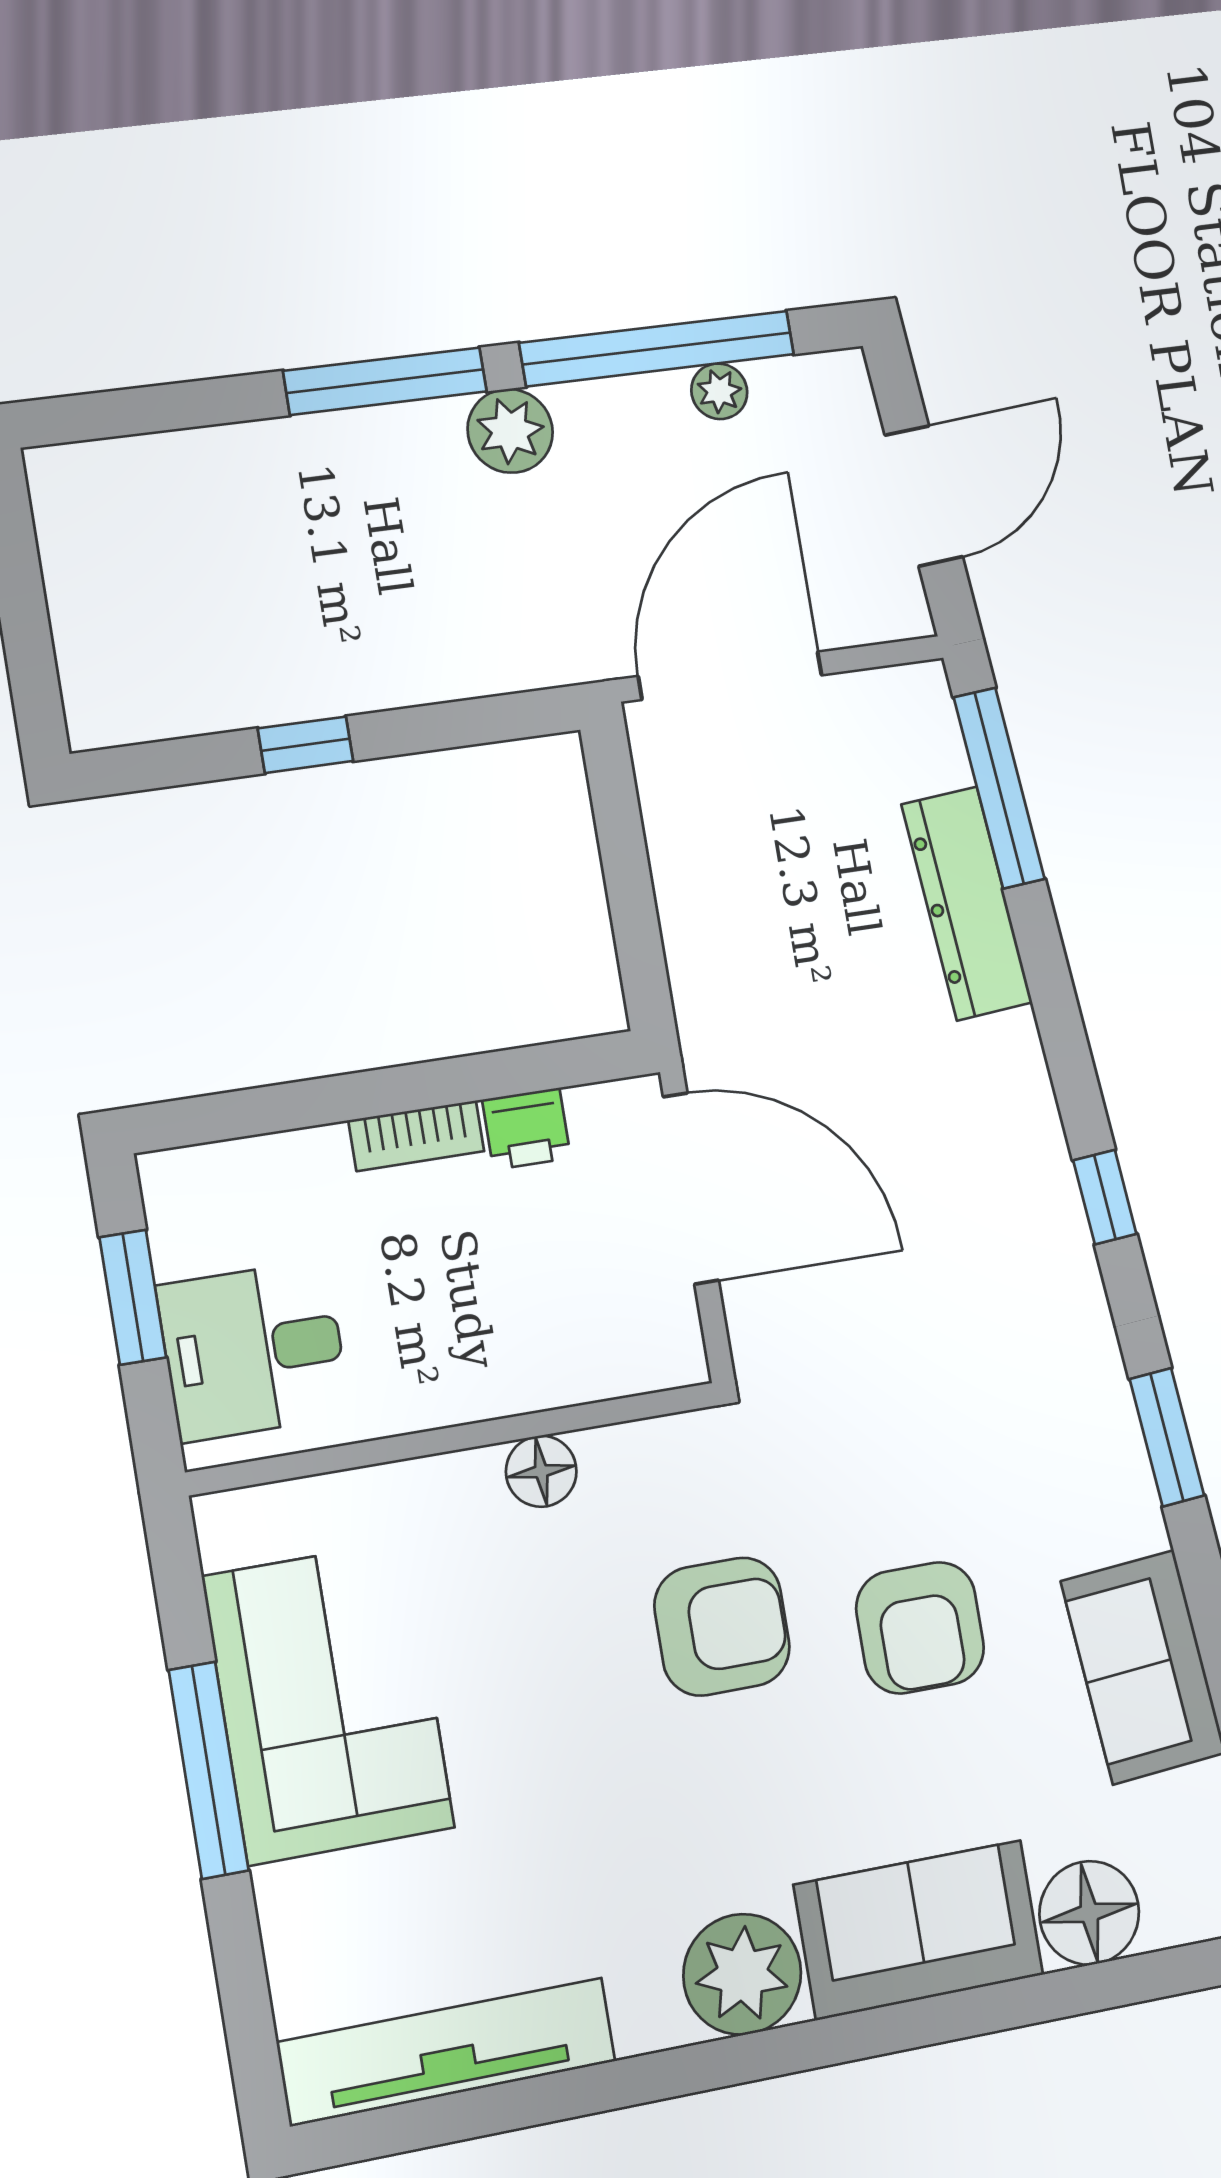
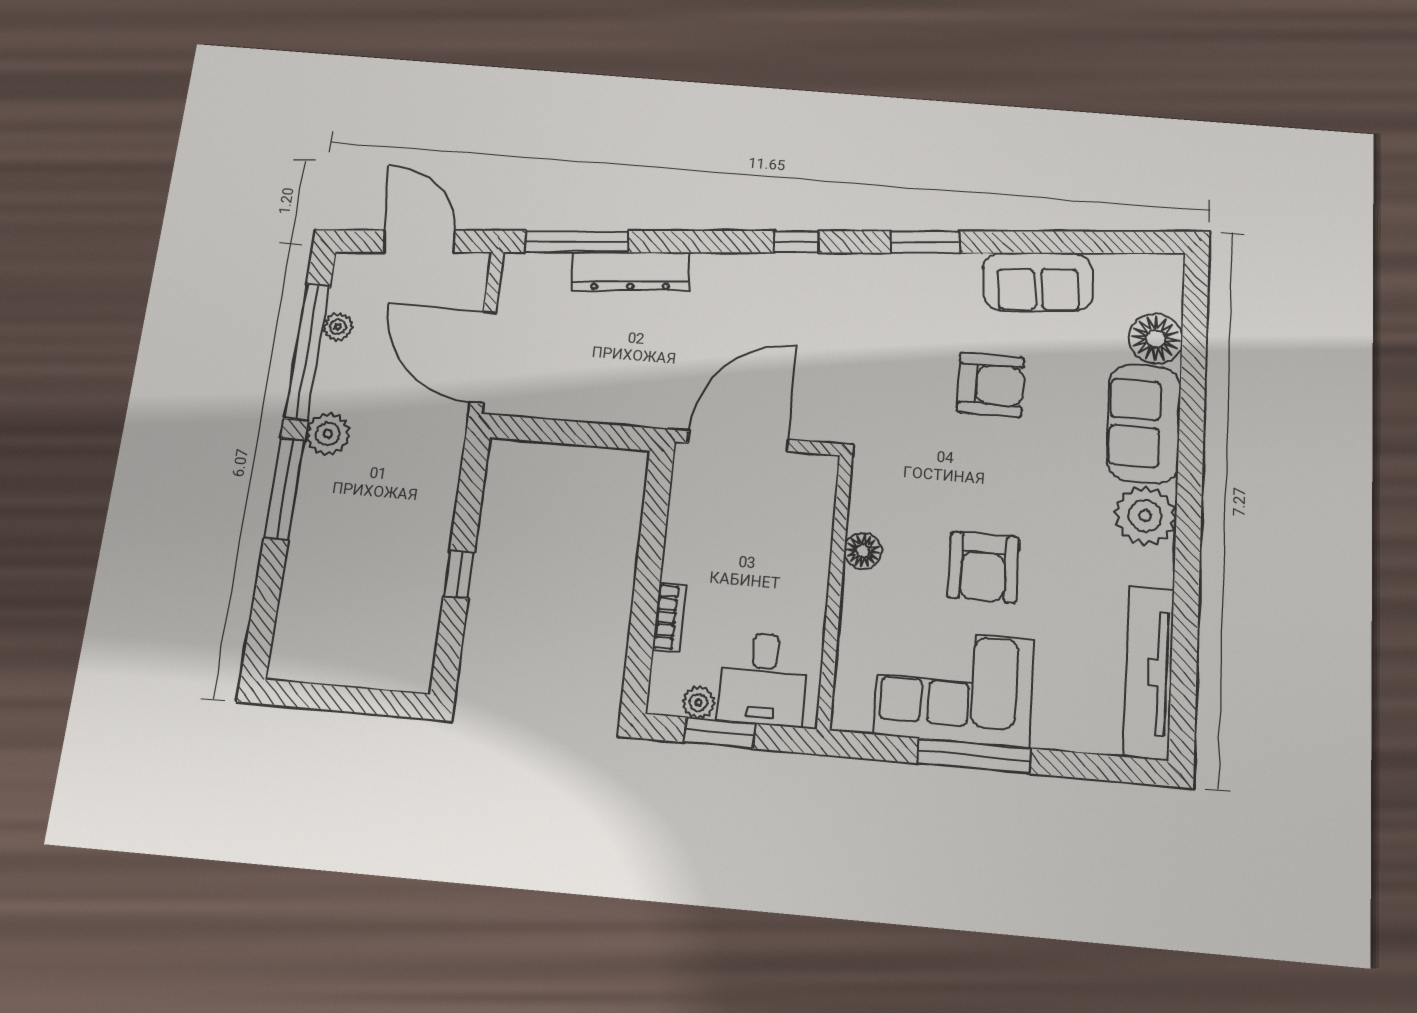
printer: (526, 1129) -> (686, 514), removed
bookcase: (416, 1136) -> (669, 617), moved
plant: (180, 1244) -> (698, 702), added
armchair: (722, 1627) -> (983, 567), moved, turned 180

